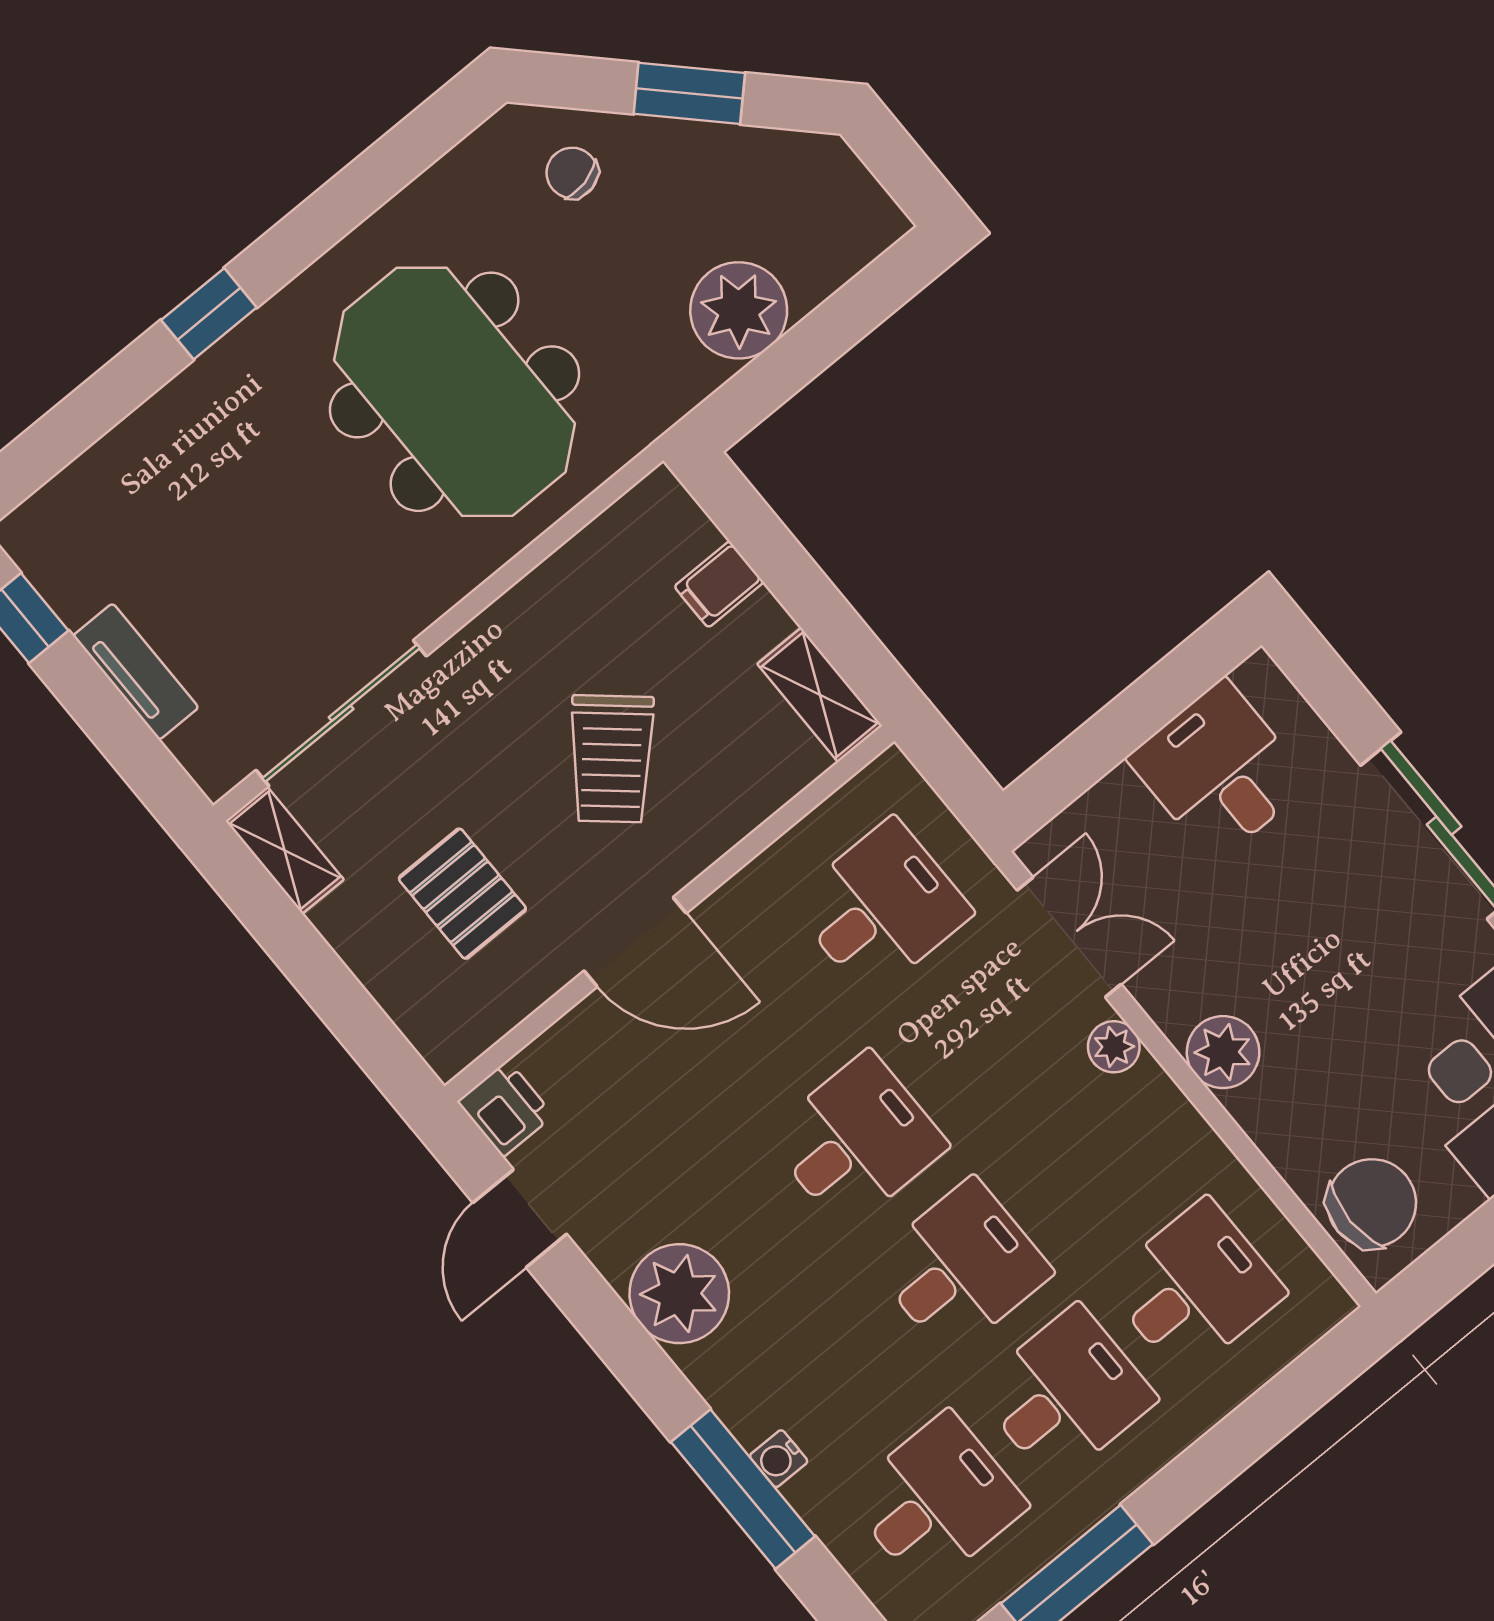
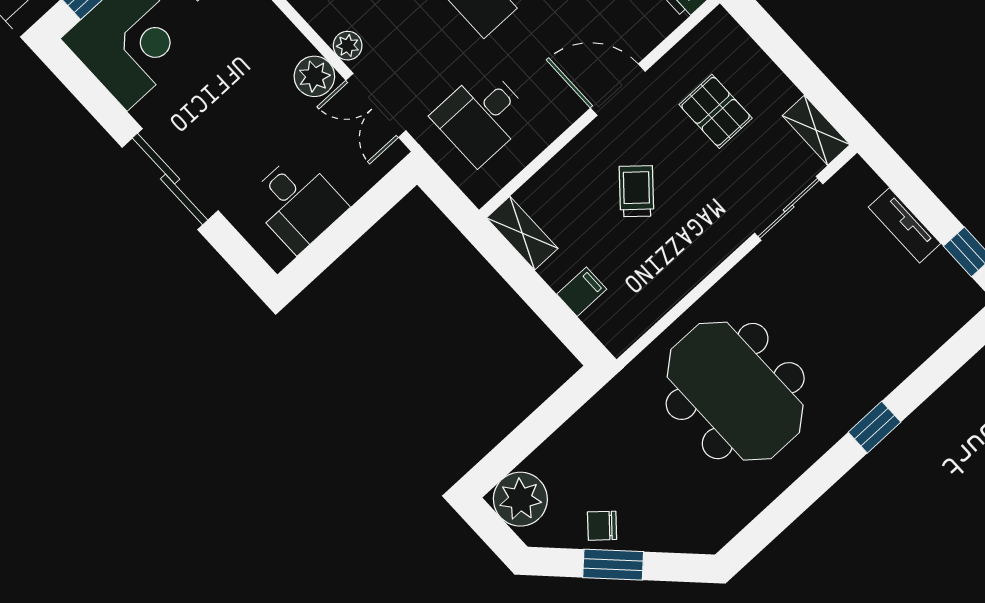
chair: (572, 173) -> (602, 526), moved, turned 144
plant: (739, 310) -> (520, 499), moved
sliding door: (341, 713) -> (789, 208), width x0.73
trolley: (612, 759) -> (636, 191), width x0.73, depth x0.72
plant: (1223, 1052) -> (314, 76), moved

